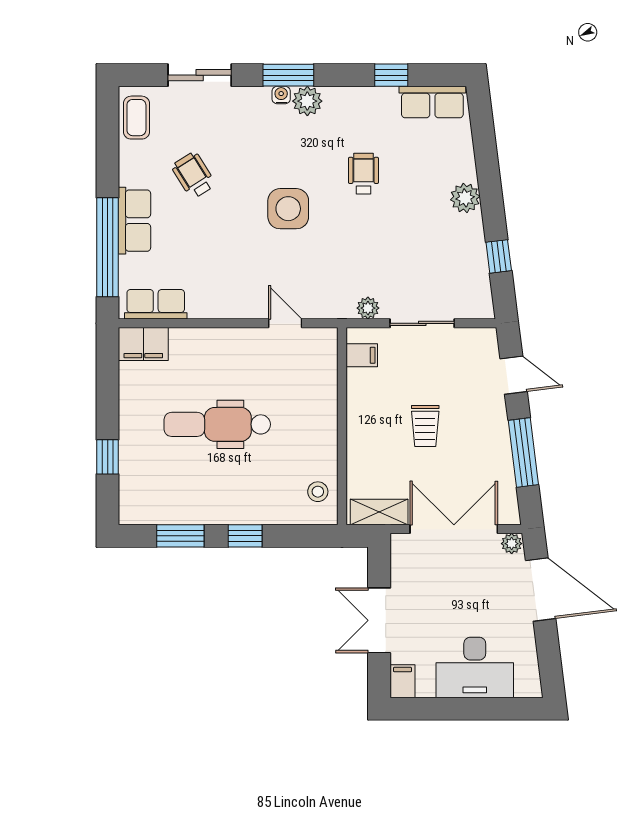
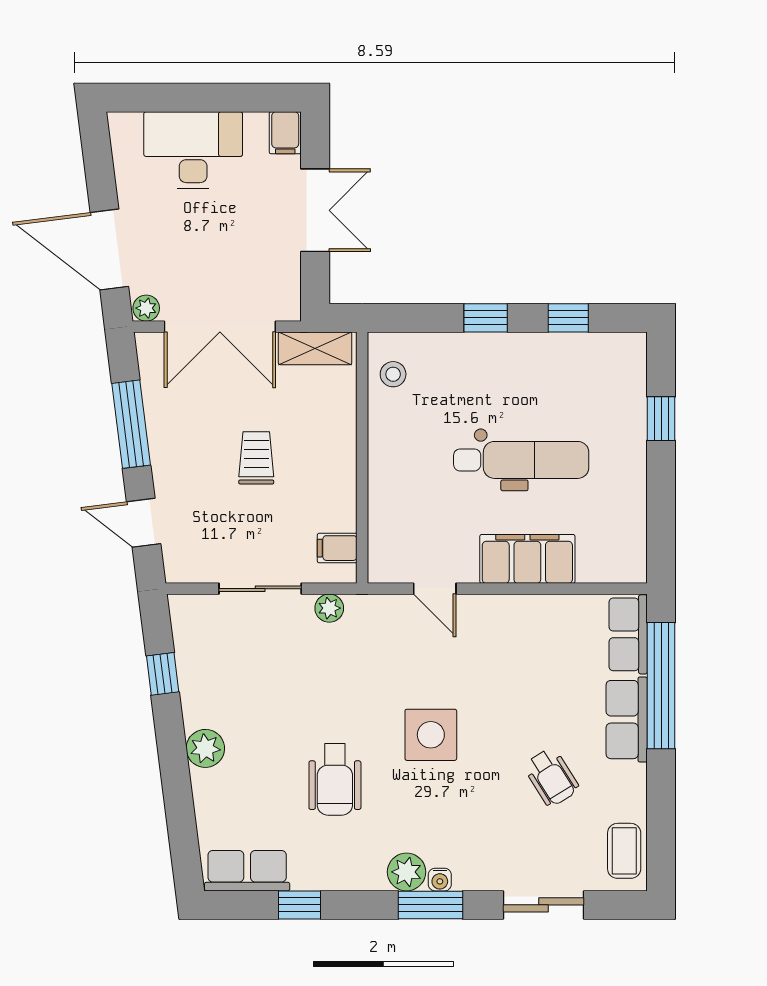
wheelchair: (363, 174) -> (335, 779), width x1.36, depth x1.37
row of seats: (156, 304) -> (628, 634), moved, turned 90
filing cabinet: (143, 344) -> (527, 559), moved, width x1.50, depth x1.17
window: (180, 536) -> (568, 318), width x0.67

